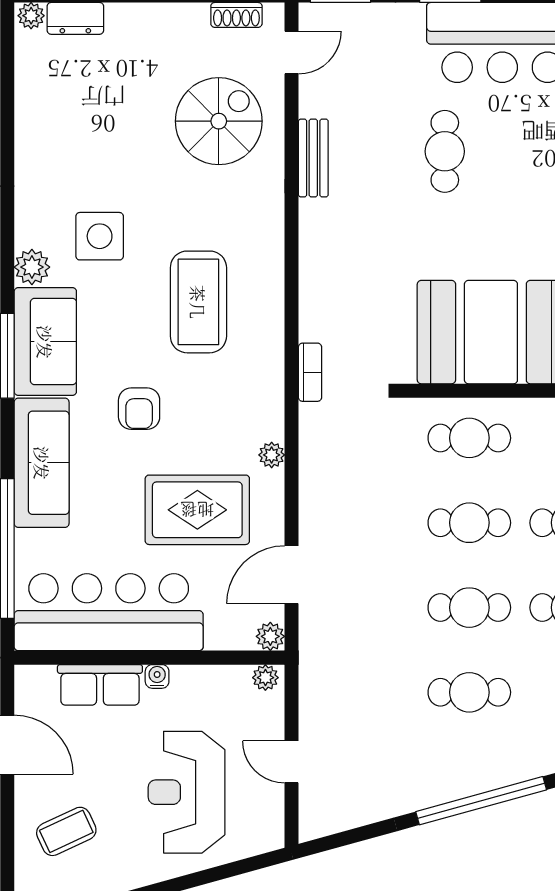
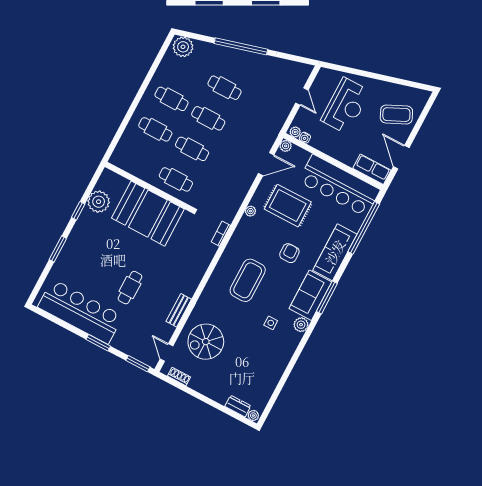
door: (291, 53) -> (166, 352), hinge flipped
side table: (100, 236) -> (271, 323), width x0.54, depth x0.54
water cooler: (157, 676) -> (305, 138), moved
row of seats: (100, 685) -> (372, 169), moved
coffee table: (66, 831) -> (396, 115), width x1.36, depth x1.30

